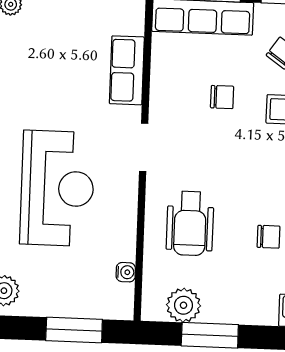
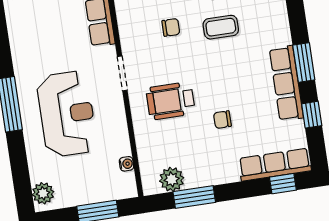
wheelchair: (190, 223) -> (171, 101), moved, turned 90
chair: (269, 237) -> (222, 120), turned 180

